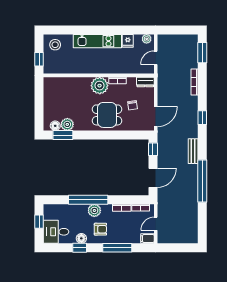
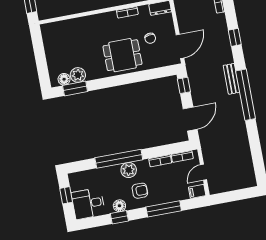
plant: (100, 86) -> (107, 22), removed
window: (202, 181) -> (246, 95), moved

